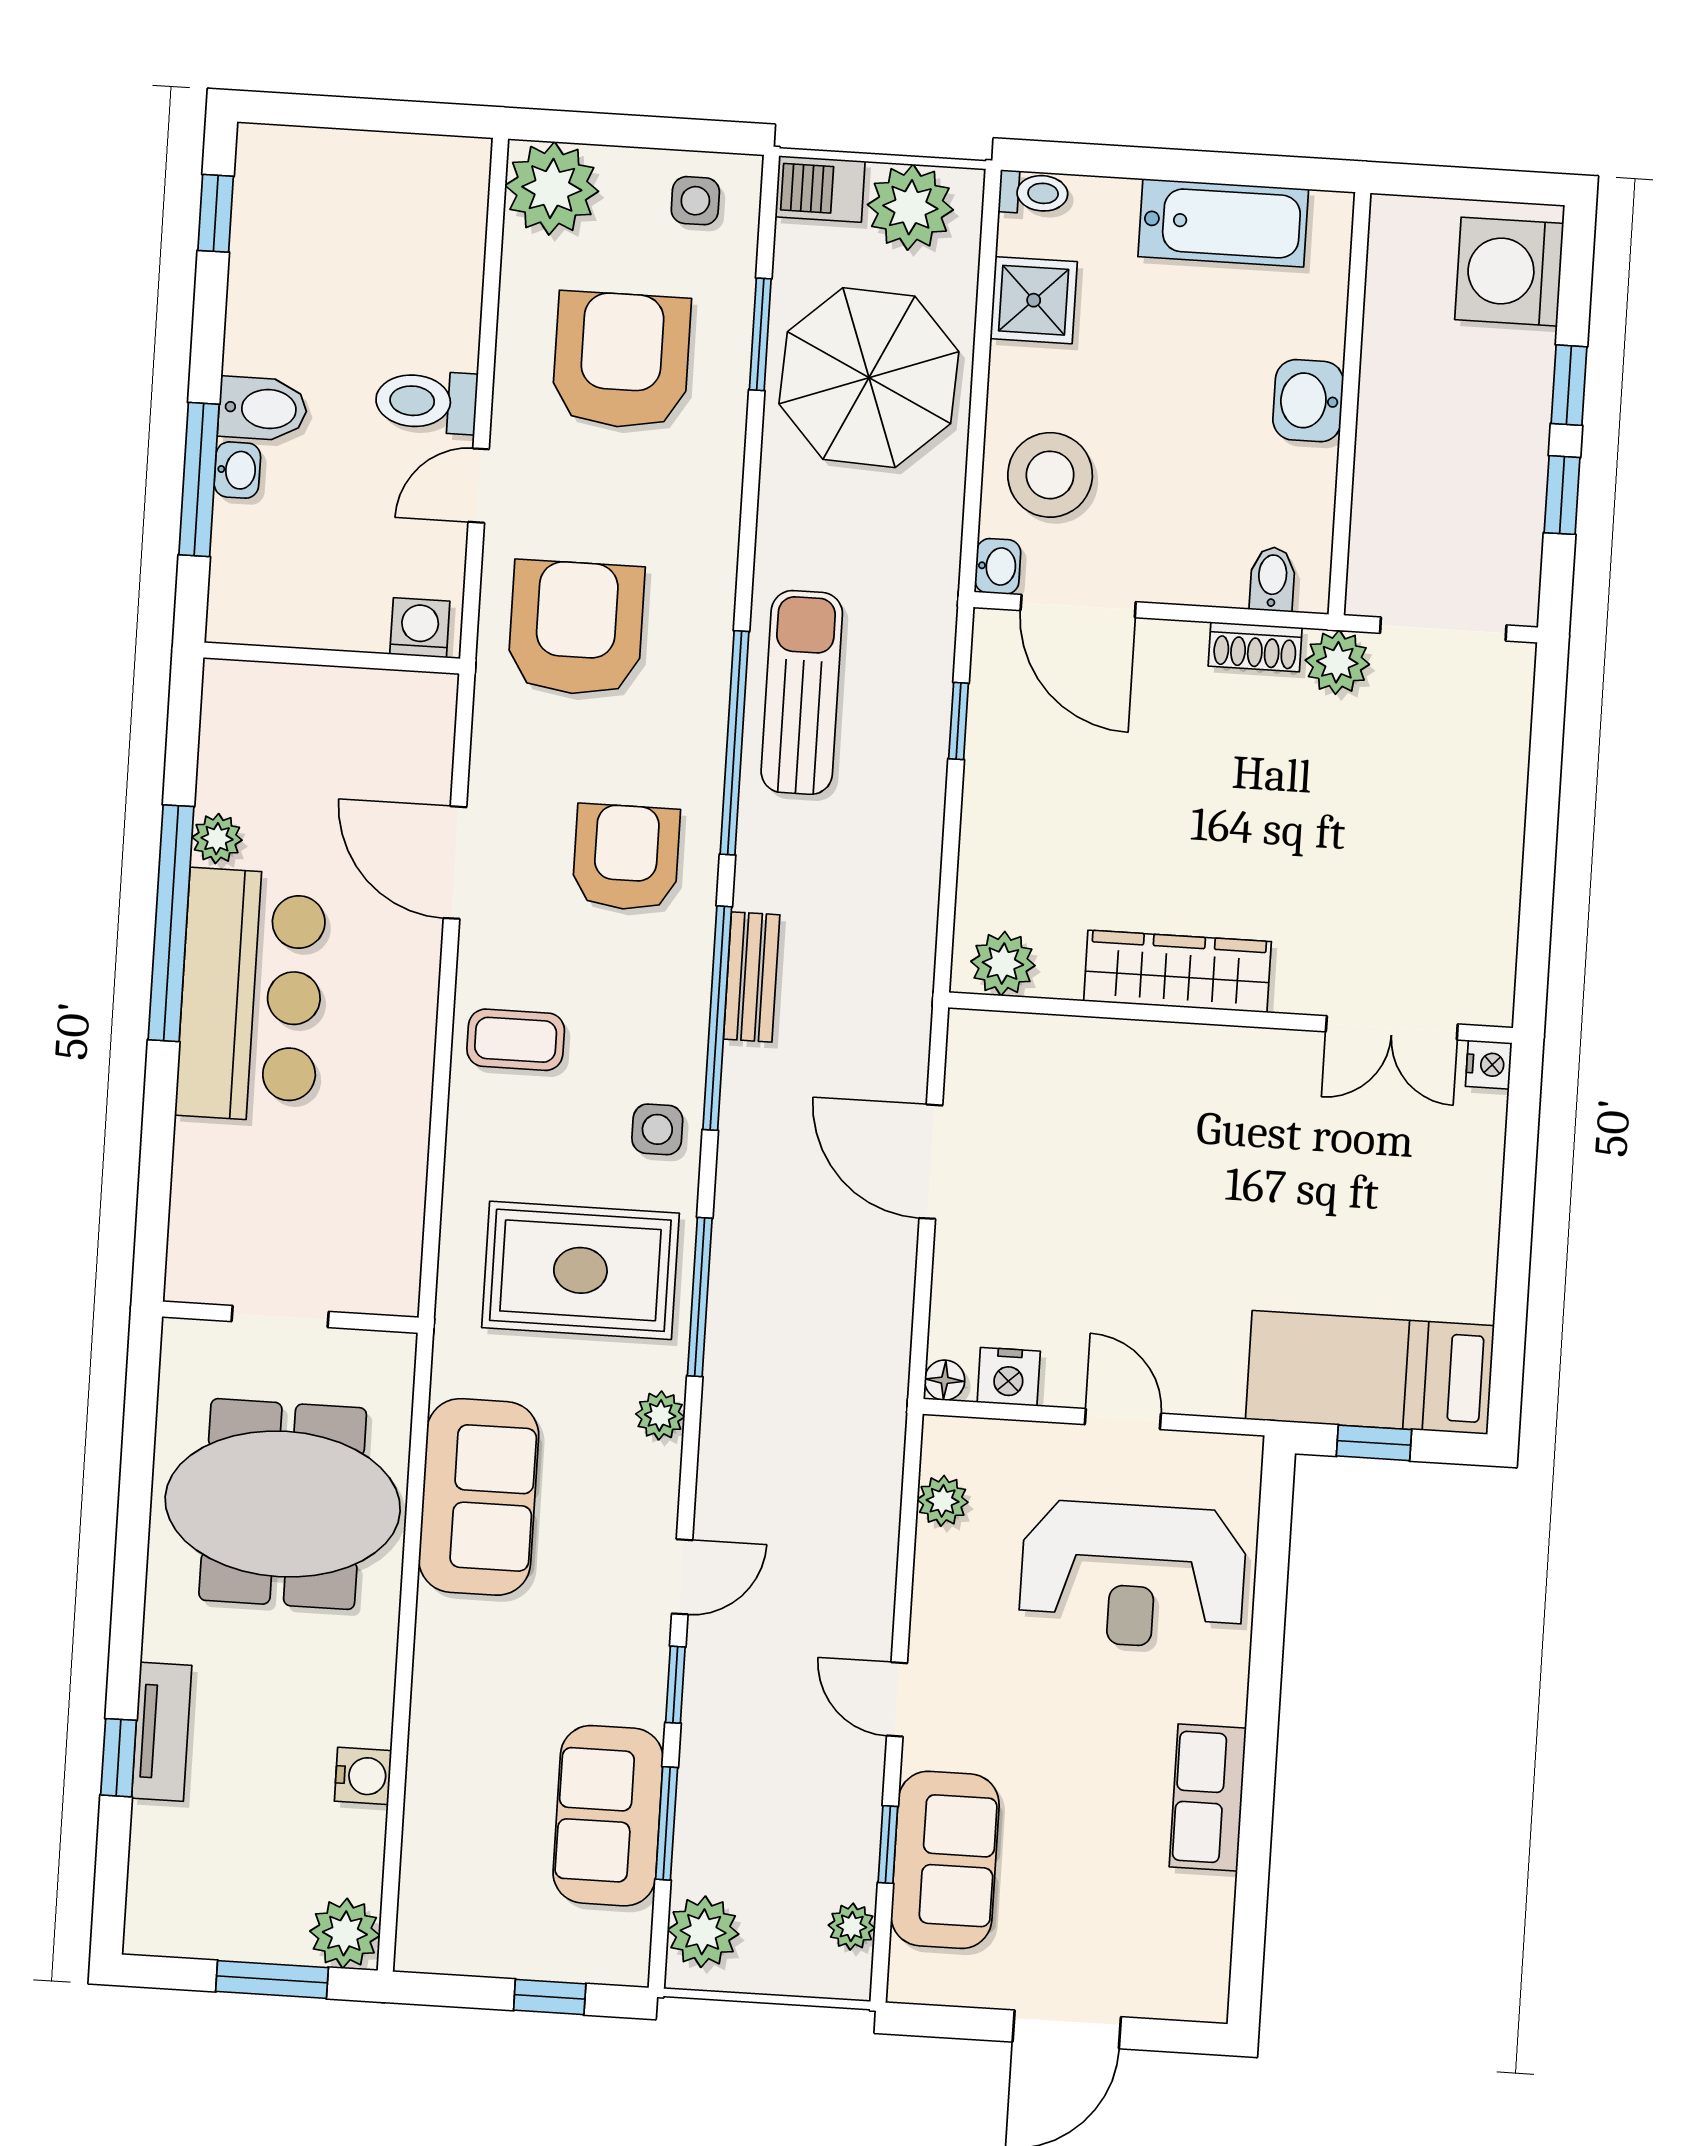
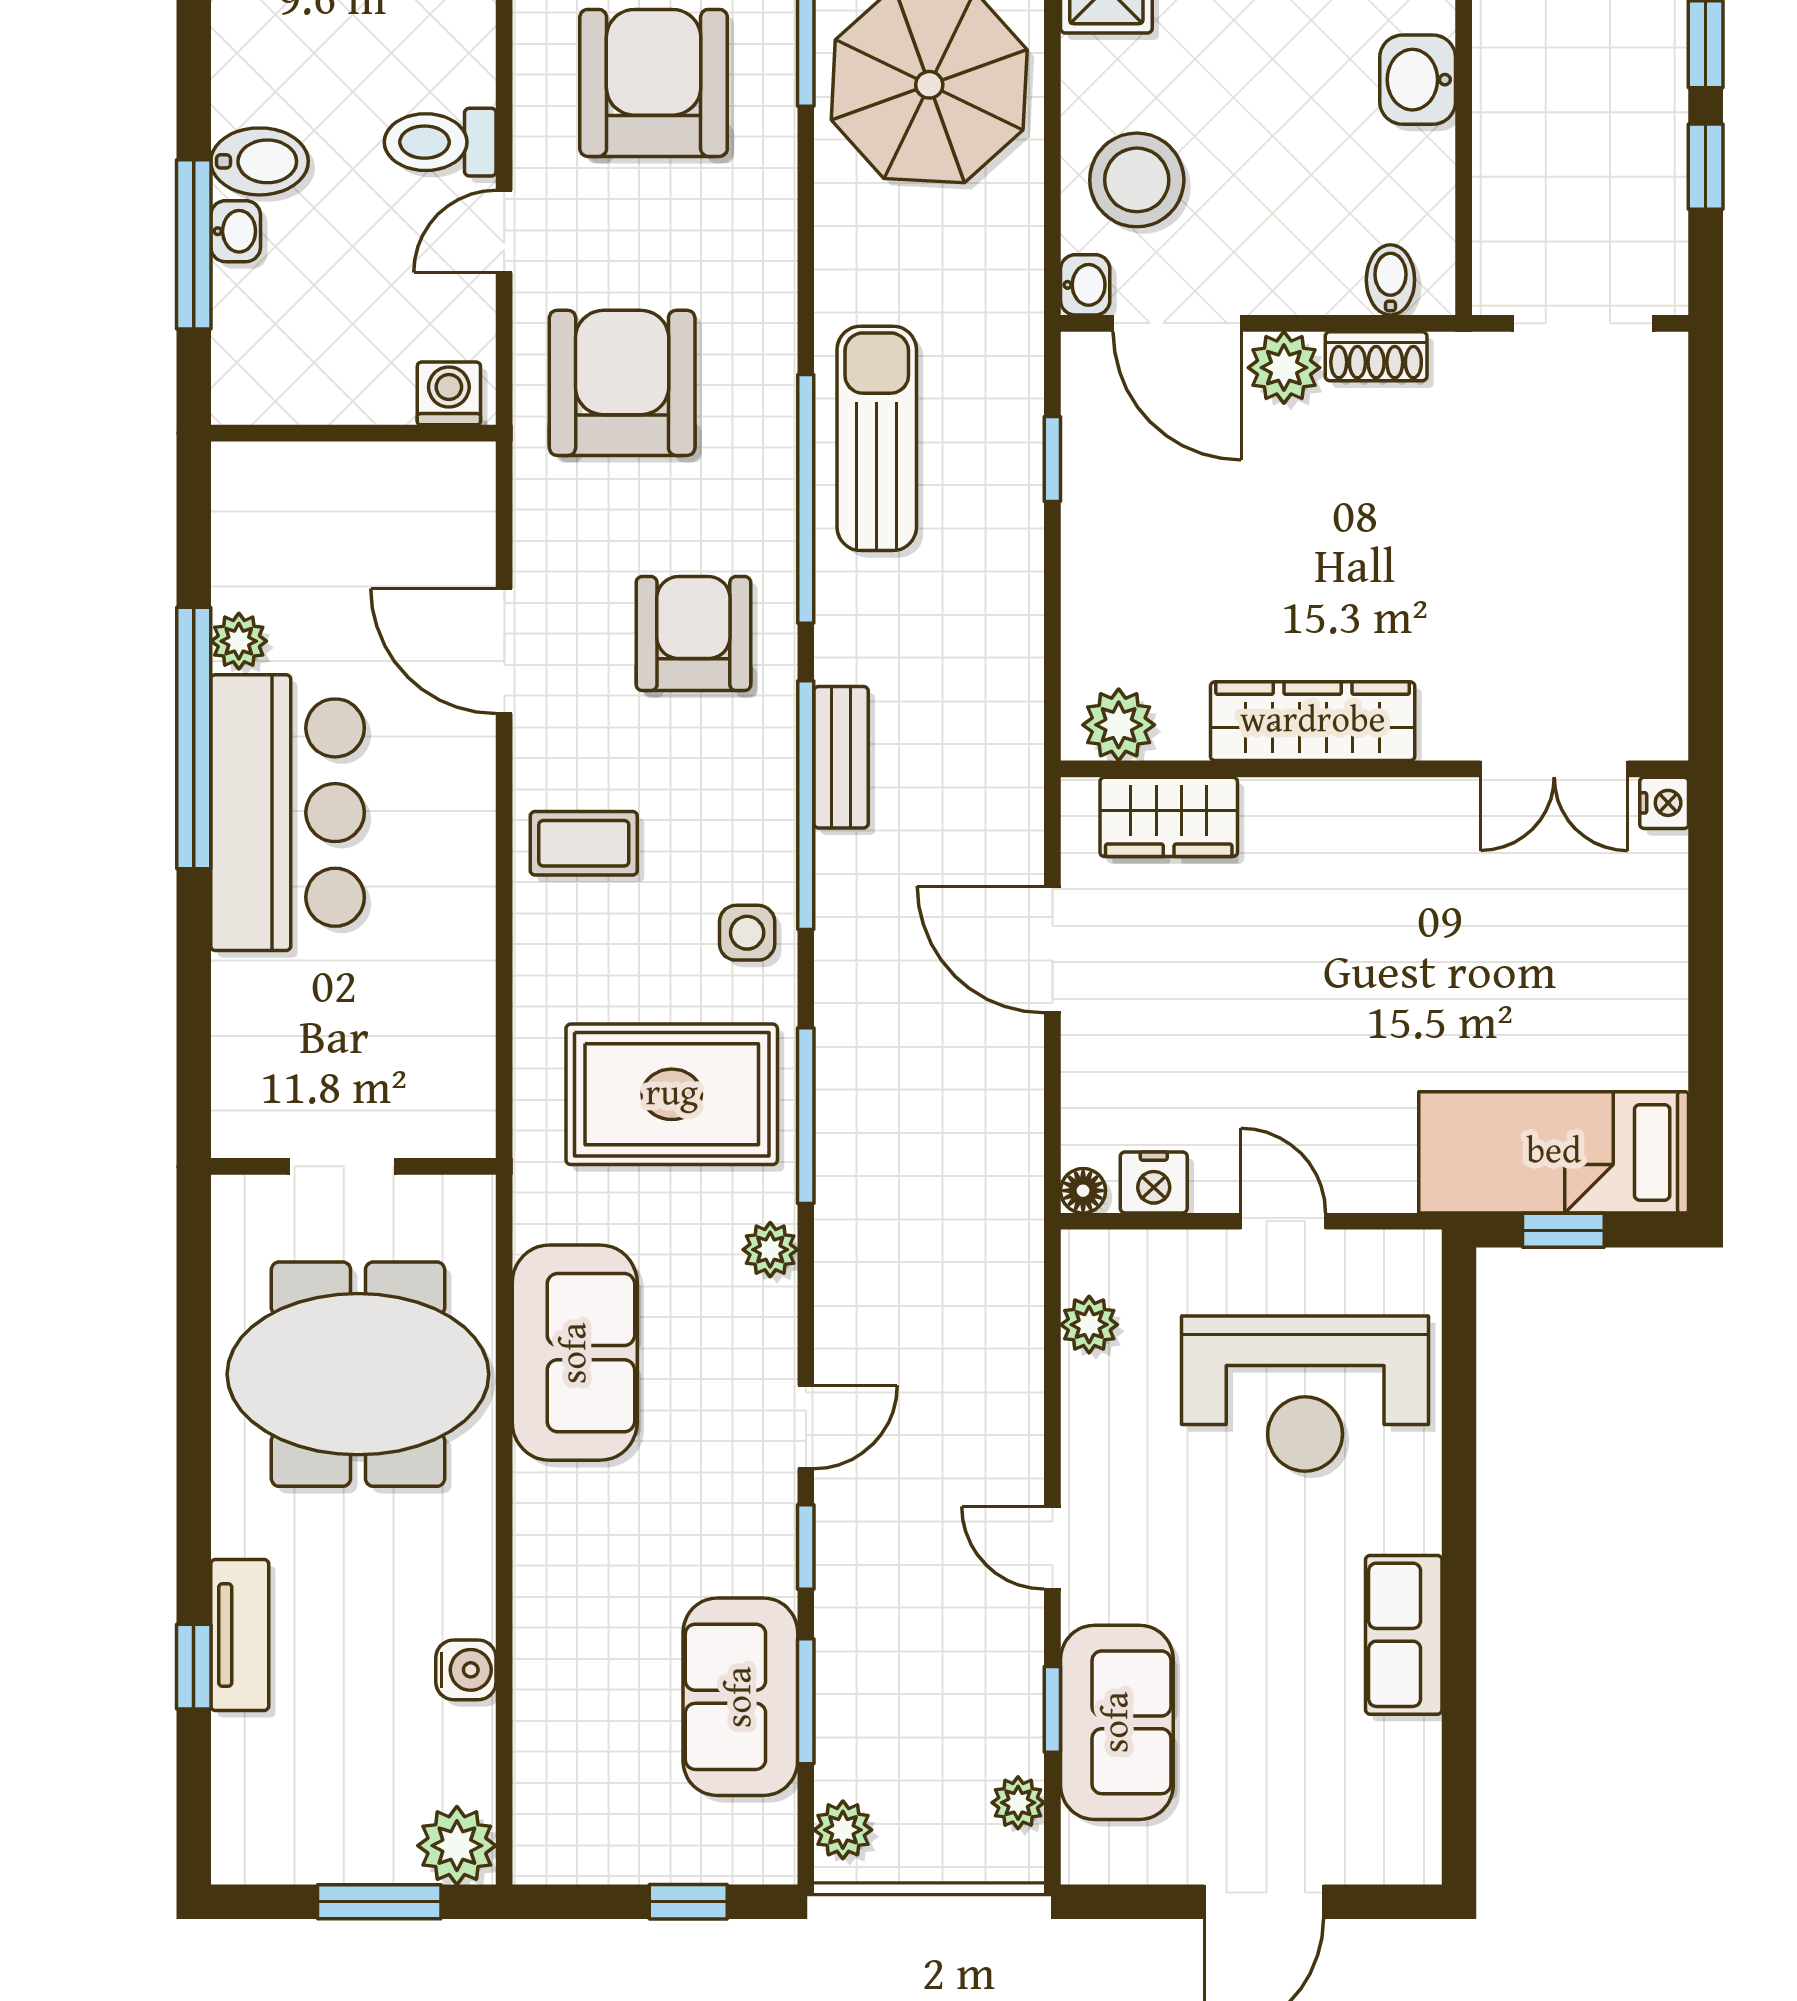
plant: (1337, 662) -> (1284, 368), moved
wardrobe: (1043, 1049) -> (1169, 817), added
plant: (703, 1932) -> (843, 1830), width x0.73, depth x0.73

